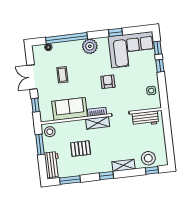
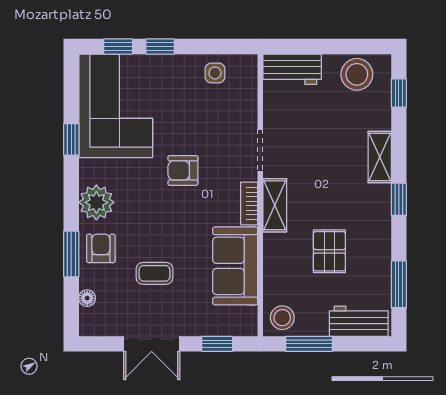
window: (66, 38) -> (71, 254), width x0.47
armchair: (70, 51) -> (101, 248), added
workbench: (145, 119) -> (292, 69), moved, turned 90
stool: (148, 158) -> (357, 74), moved

